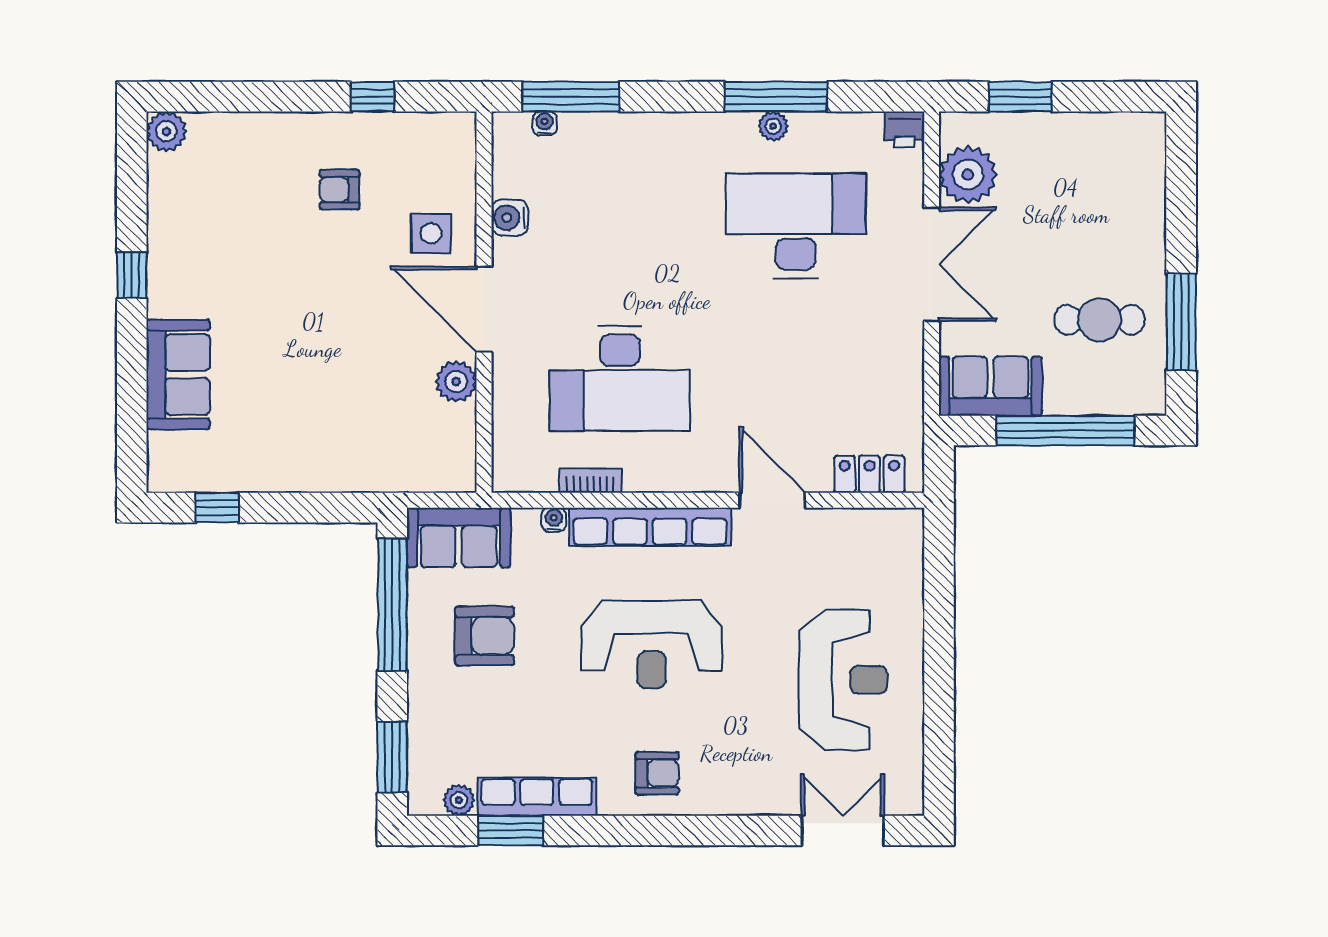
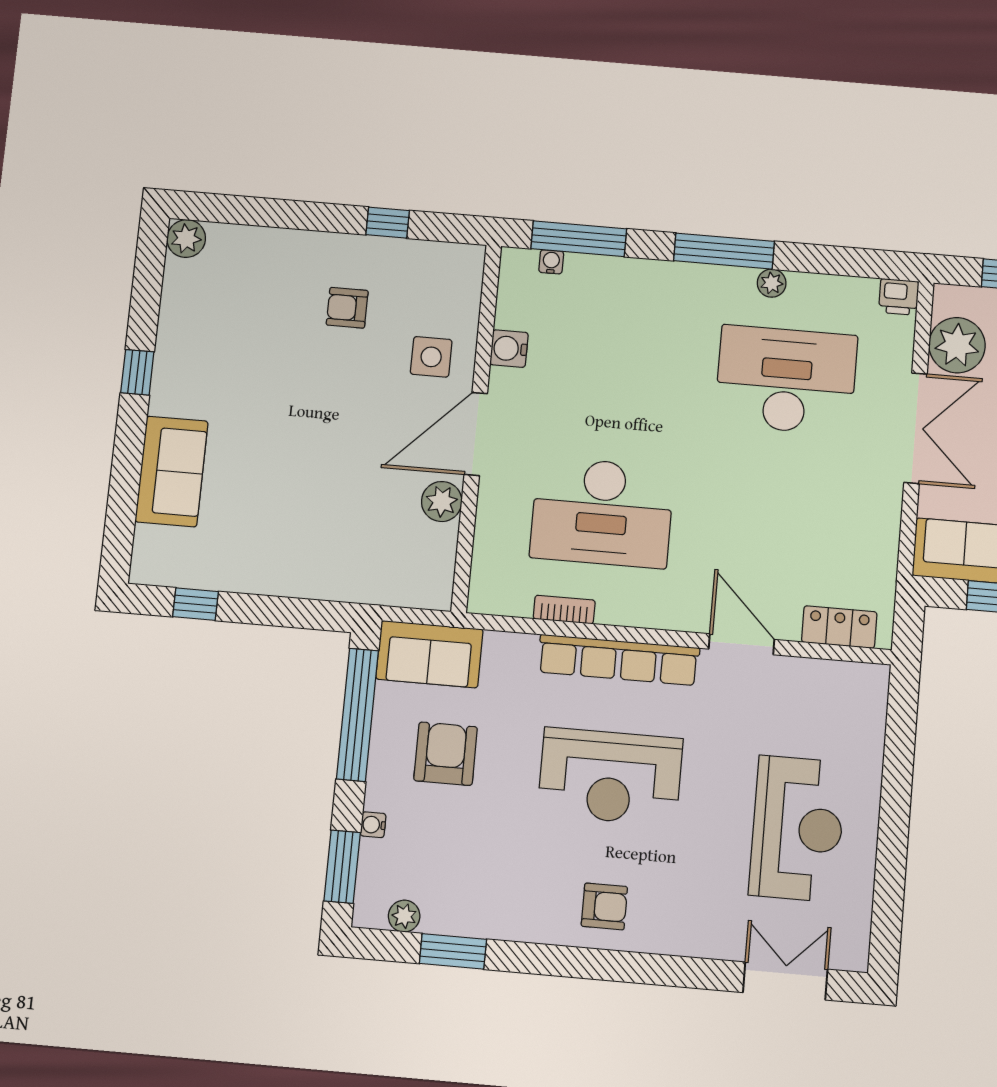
window: (776, 97) -> (724, 251), moved
door: (484, 309) -> (476, 434), hinge flipped
water cooler: (554, 520) -> (373, 825), moved, turned -90
armchair: (485, 636) -> (446, 754), turned -90
row of seats: (537, 797) -> (482, 919), removed

